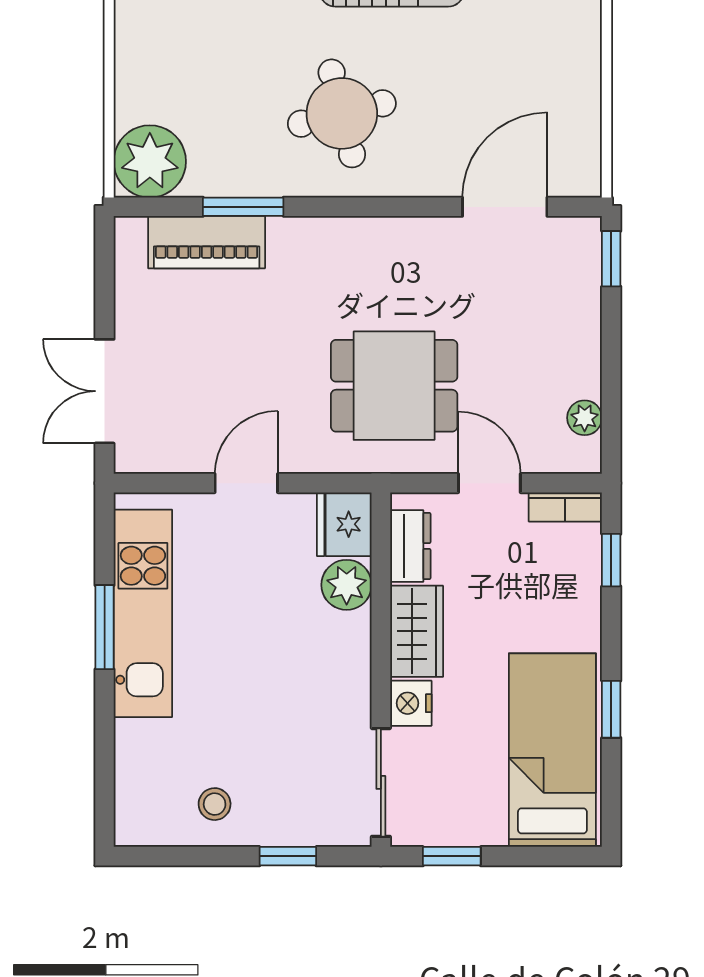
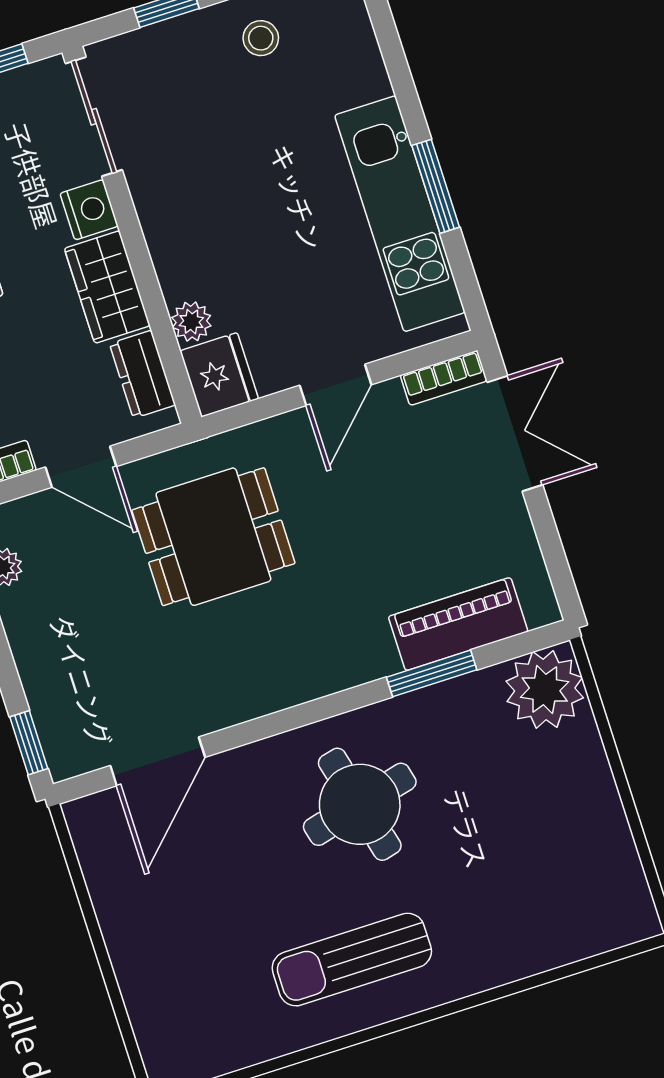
bookcase: (151, 459) -> (444, 378), added
plant: (347, 585) -> (191, 322), width x0.73, depth x0.73

